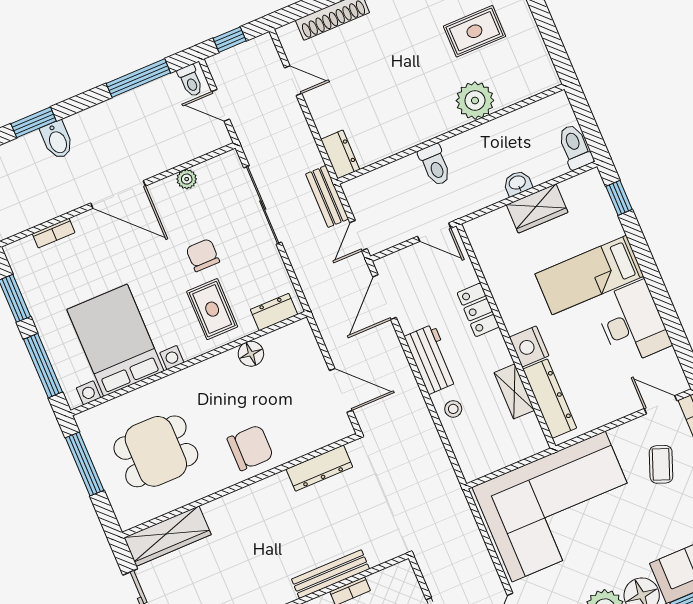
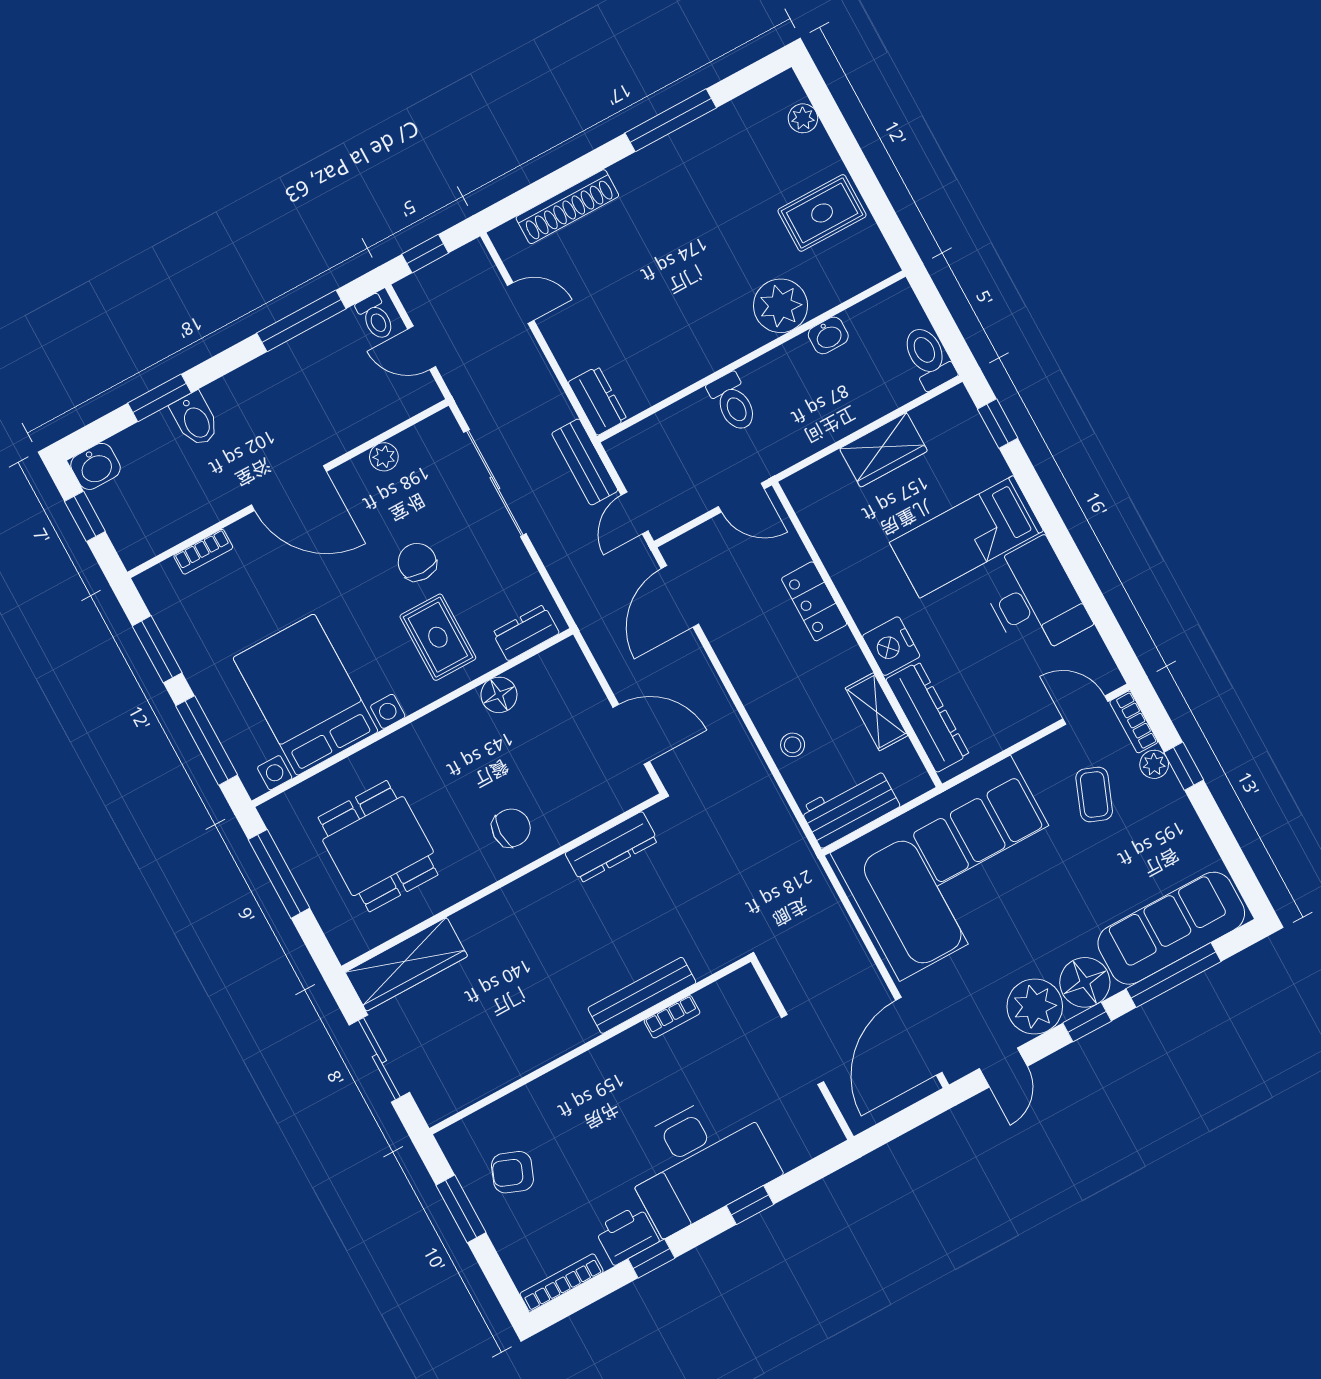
rug: (474, 31) -> (822, 213), moved
washbasin: (517, 183) -> (828, 335), moved, turned 180
workbench: (431, 359) -> (850, 807), moved, turned -90
chair: (250, 448) -> (511, 828), width x0.73, depth x0.73
dining table: (156, 451) -> (378, 846), turned 90

